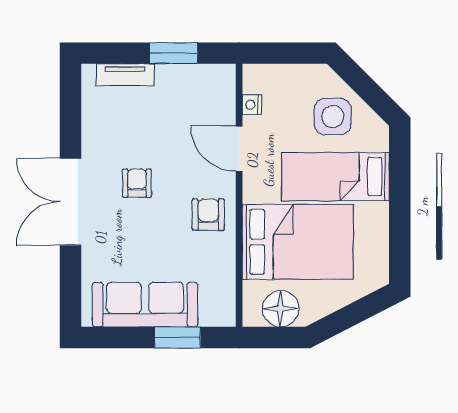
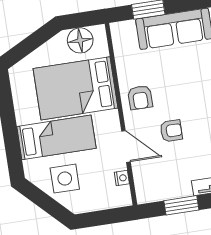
armchair: (137, 183) -> (171, 131), moved, turned -90

